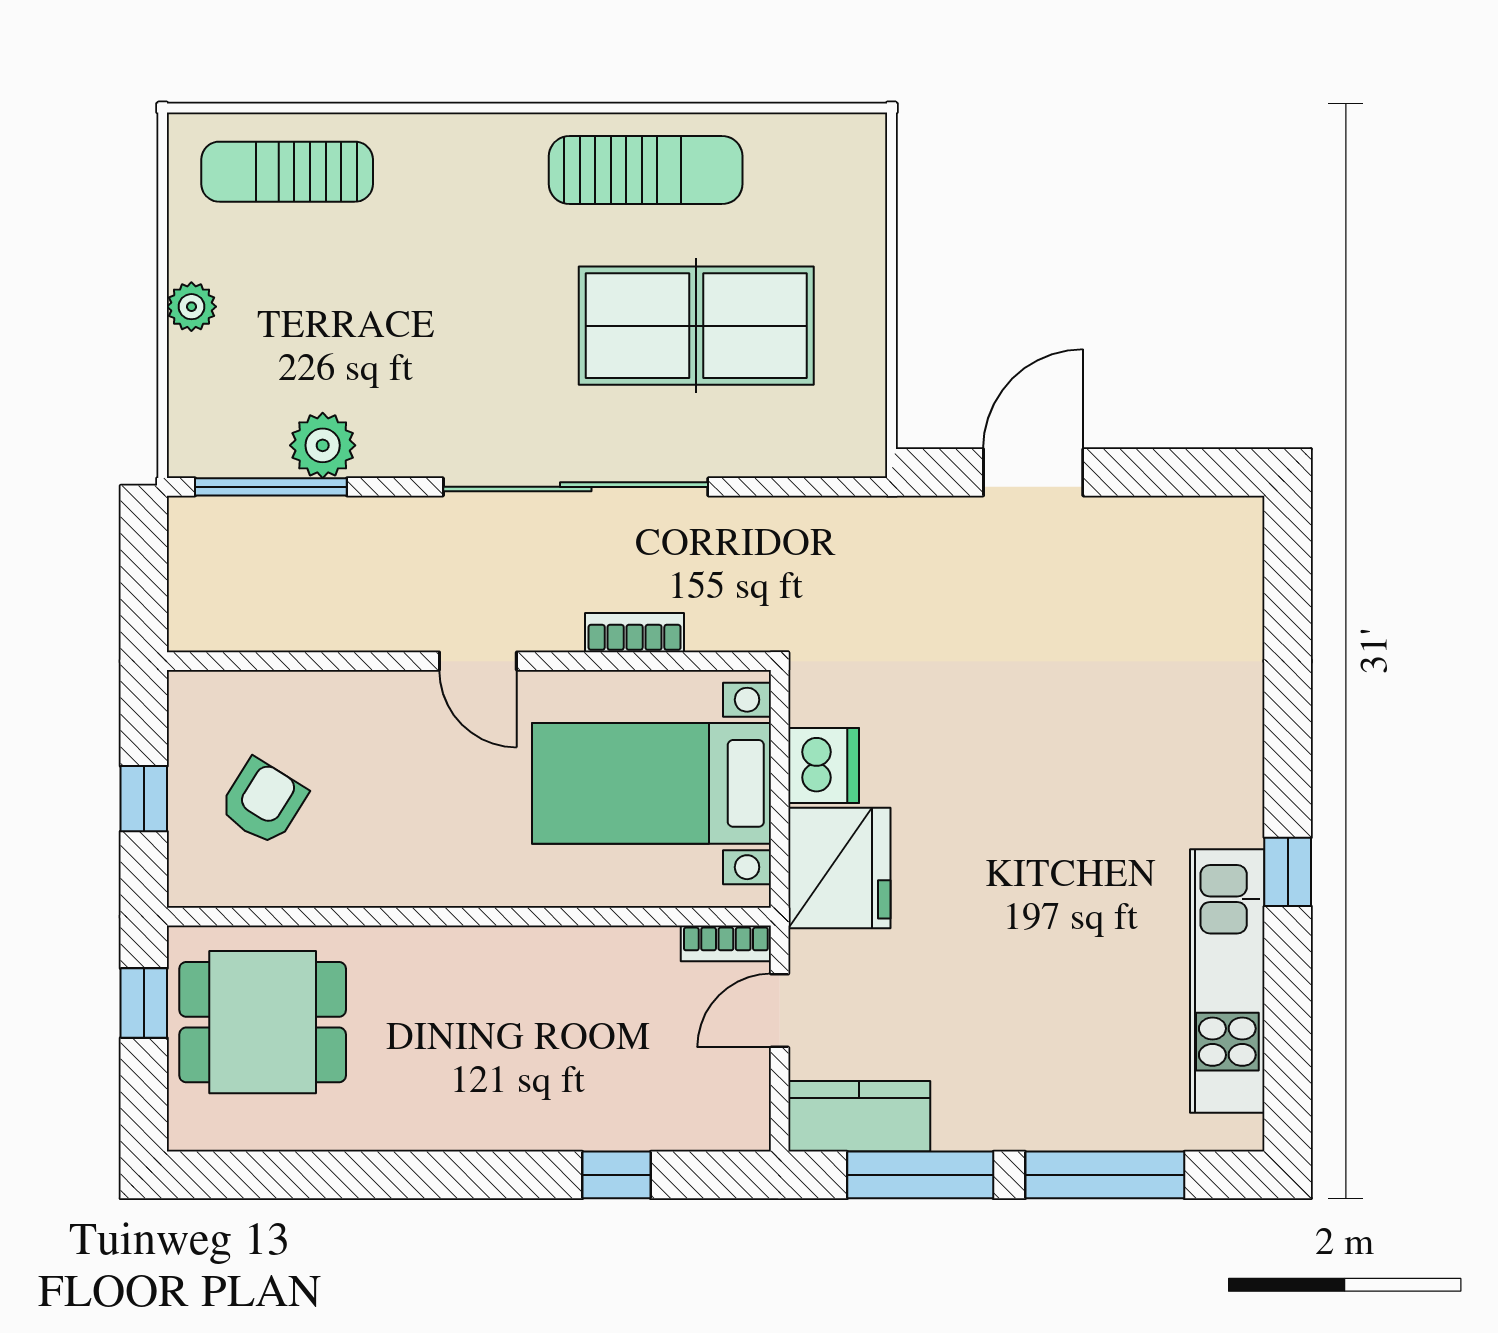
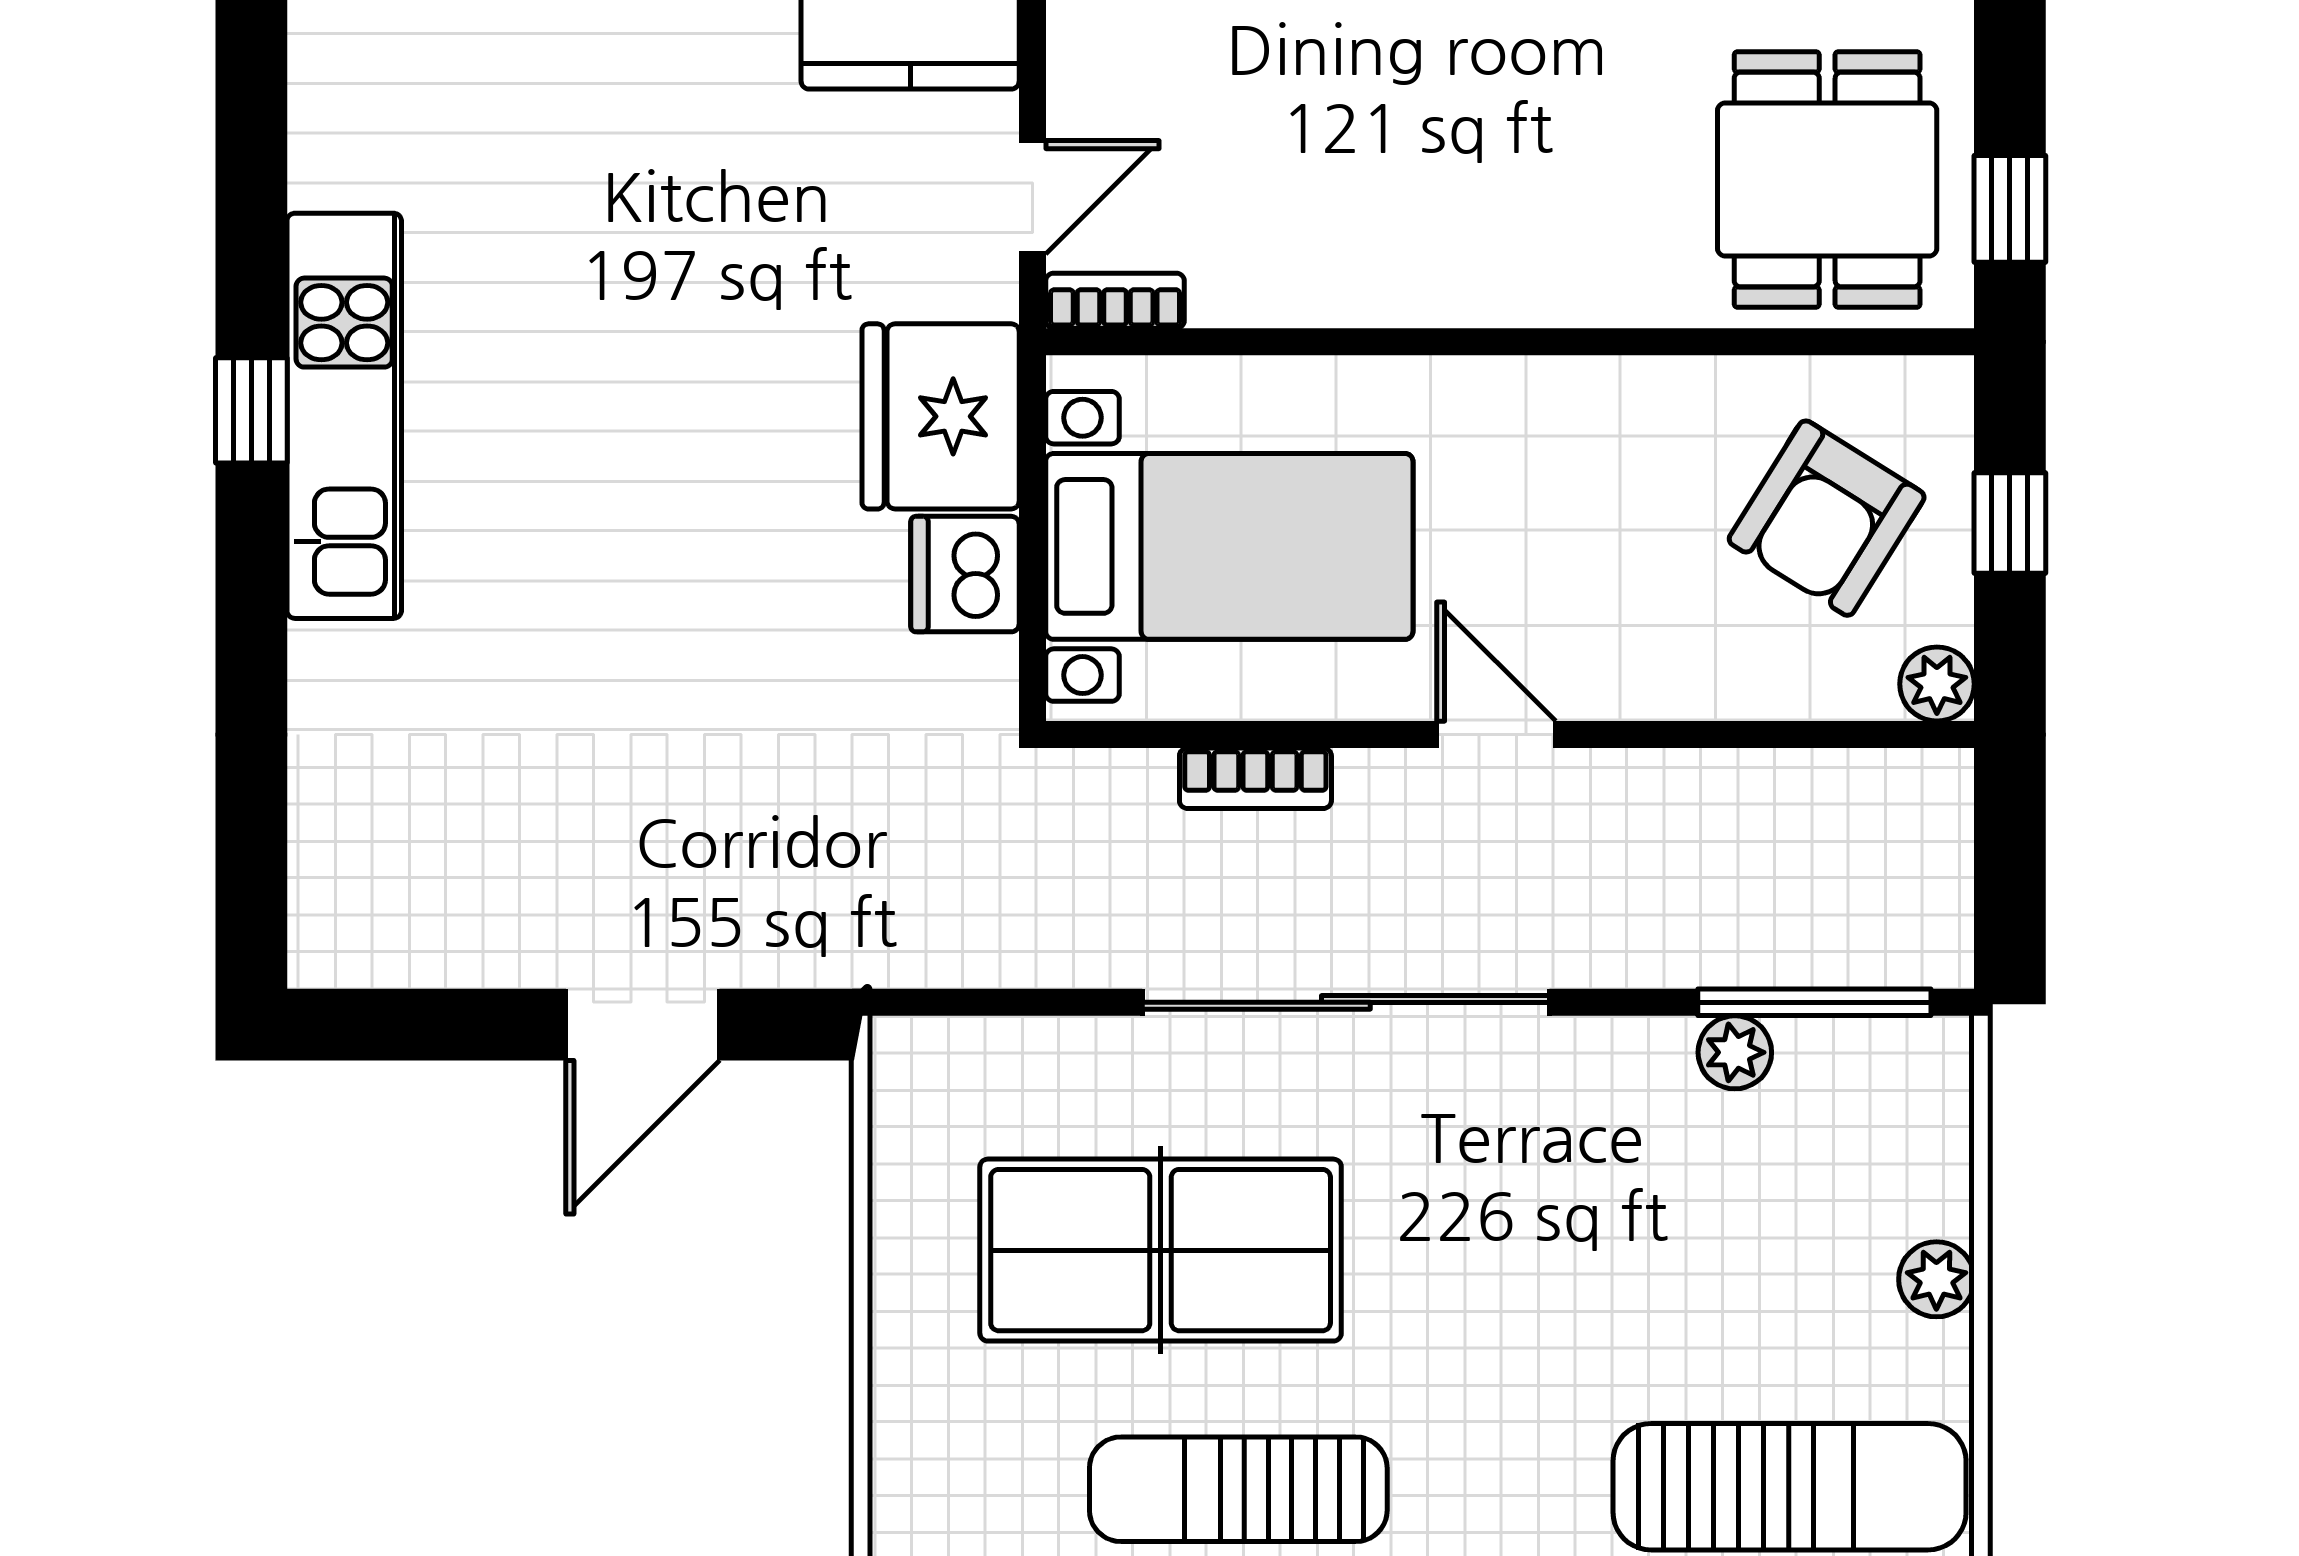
sun lounger: (287, 172) -> (1790, 1487), width x1.36, depth x1.34
plant: (323, 445) -> (1735, 1052), width x0.73, depth x0.73
plant: (191, 694) -> (1937, 684), added
armchair: (263, 802) -> (1827, 518), width x1.38, depth x1.38
kitchen unit: (1227, 981) -> (344, 416), moved
dining table: (263, 1022) -> (1827, 180), turned 90

